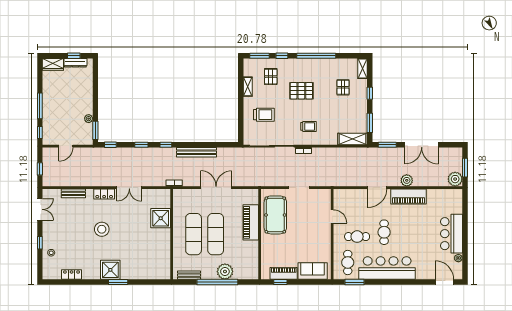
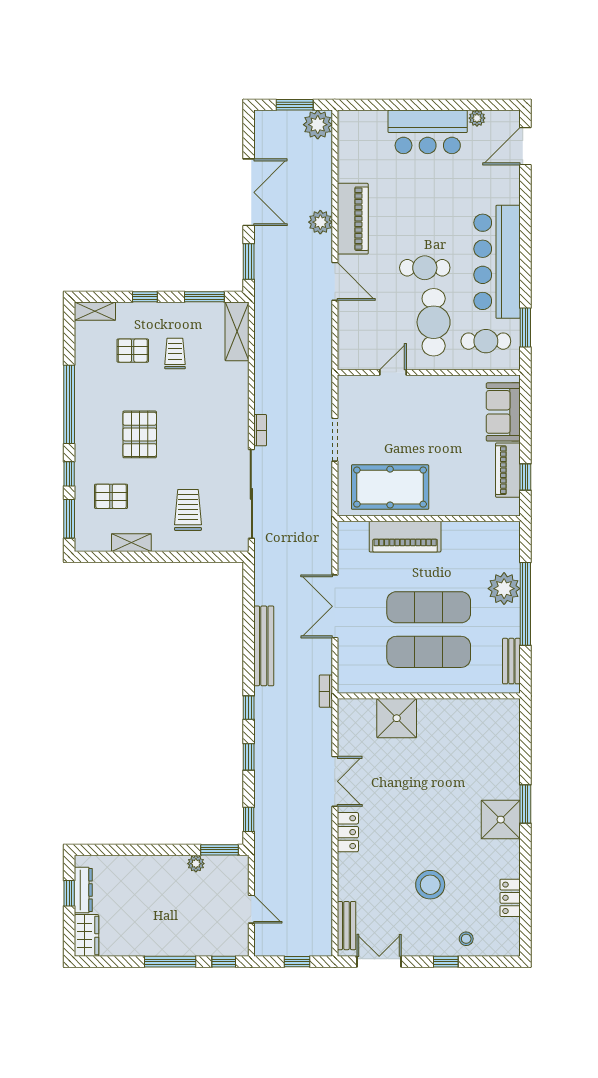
trolley: (308, 126) -> (175, 353), moved
bench: (73, 193) -> (347, 926), moved
stool: (102, 229) -> (430, 885), moved
cafe table: (357, 237) -> (434, 322), width x1.37, depth x1.35

